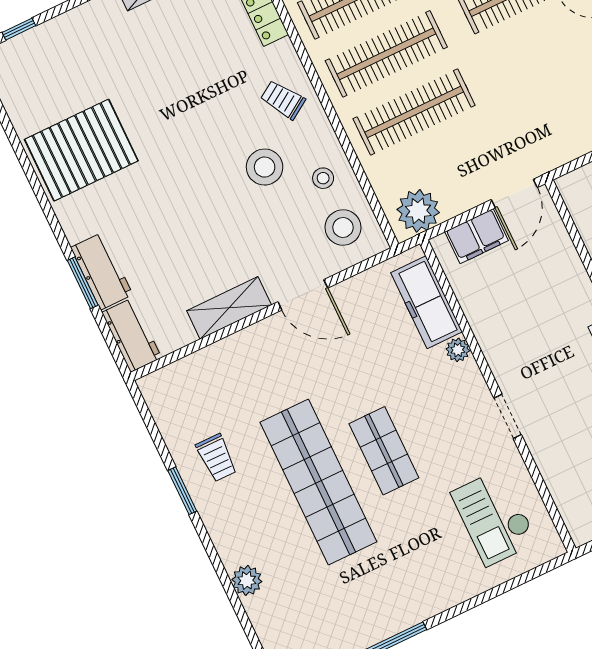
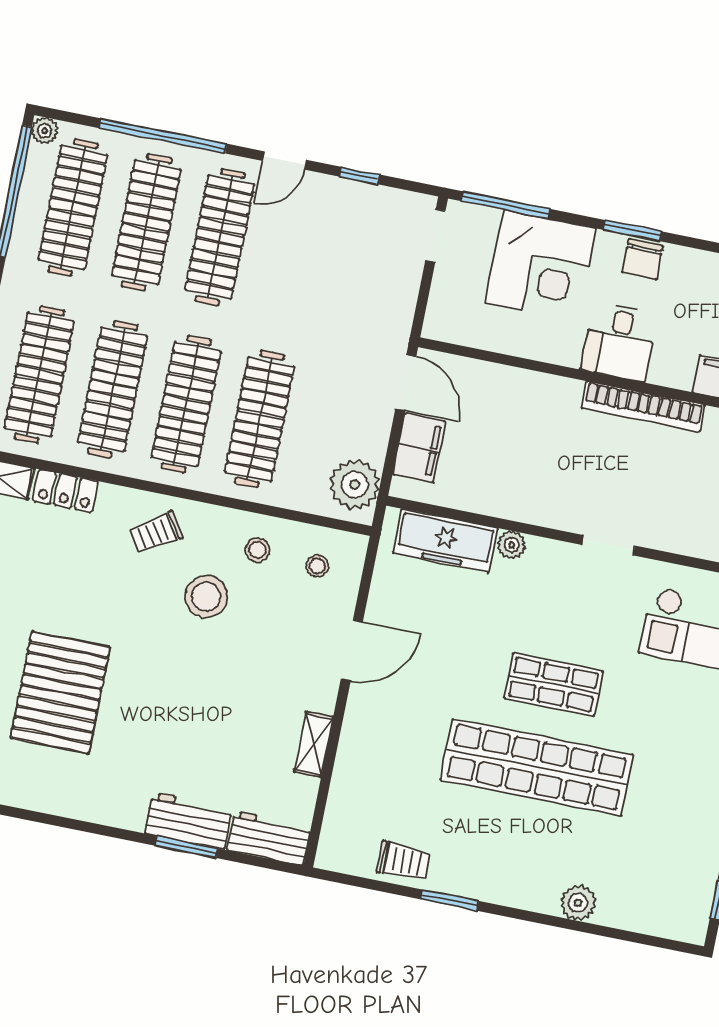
pallet: (81, 150) -> (60, 692), moved
stool: (343, 227) -> (317, 566), width x0.53, depth x0.53
shelving: (229, 308) -> (314, 744), width x0.67, depth x0.75
trolley: (217, 458) -> (403, 861), moved

